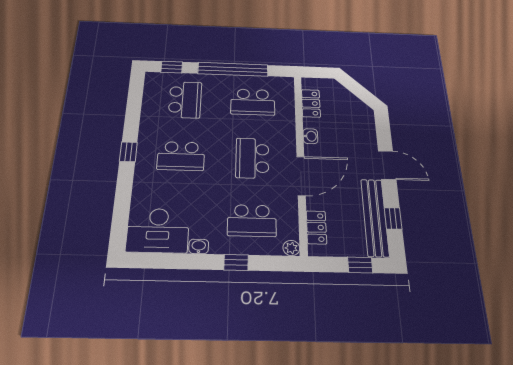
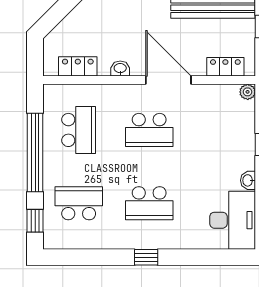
school desk: (181, 156) -> (149, 203), turned 90
school desk: (252, 220) -> (220, 130), removed

